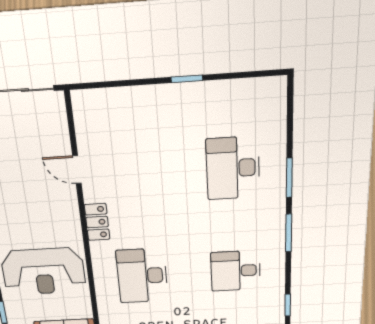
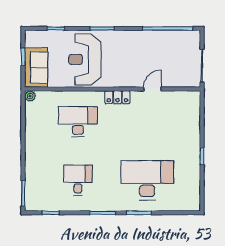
desk: (233, 168) -> (147, 180), width x1.36, depth x1.30

